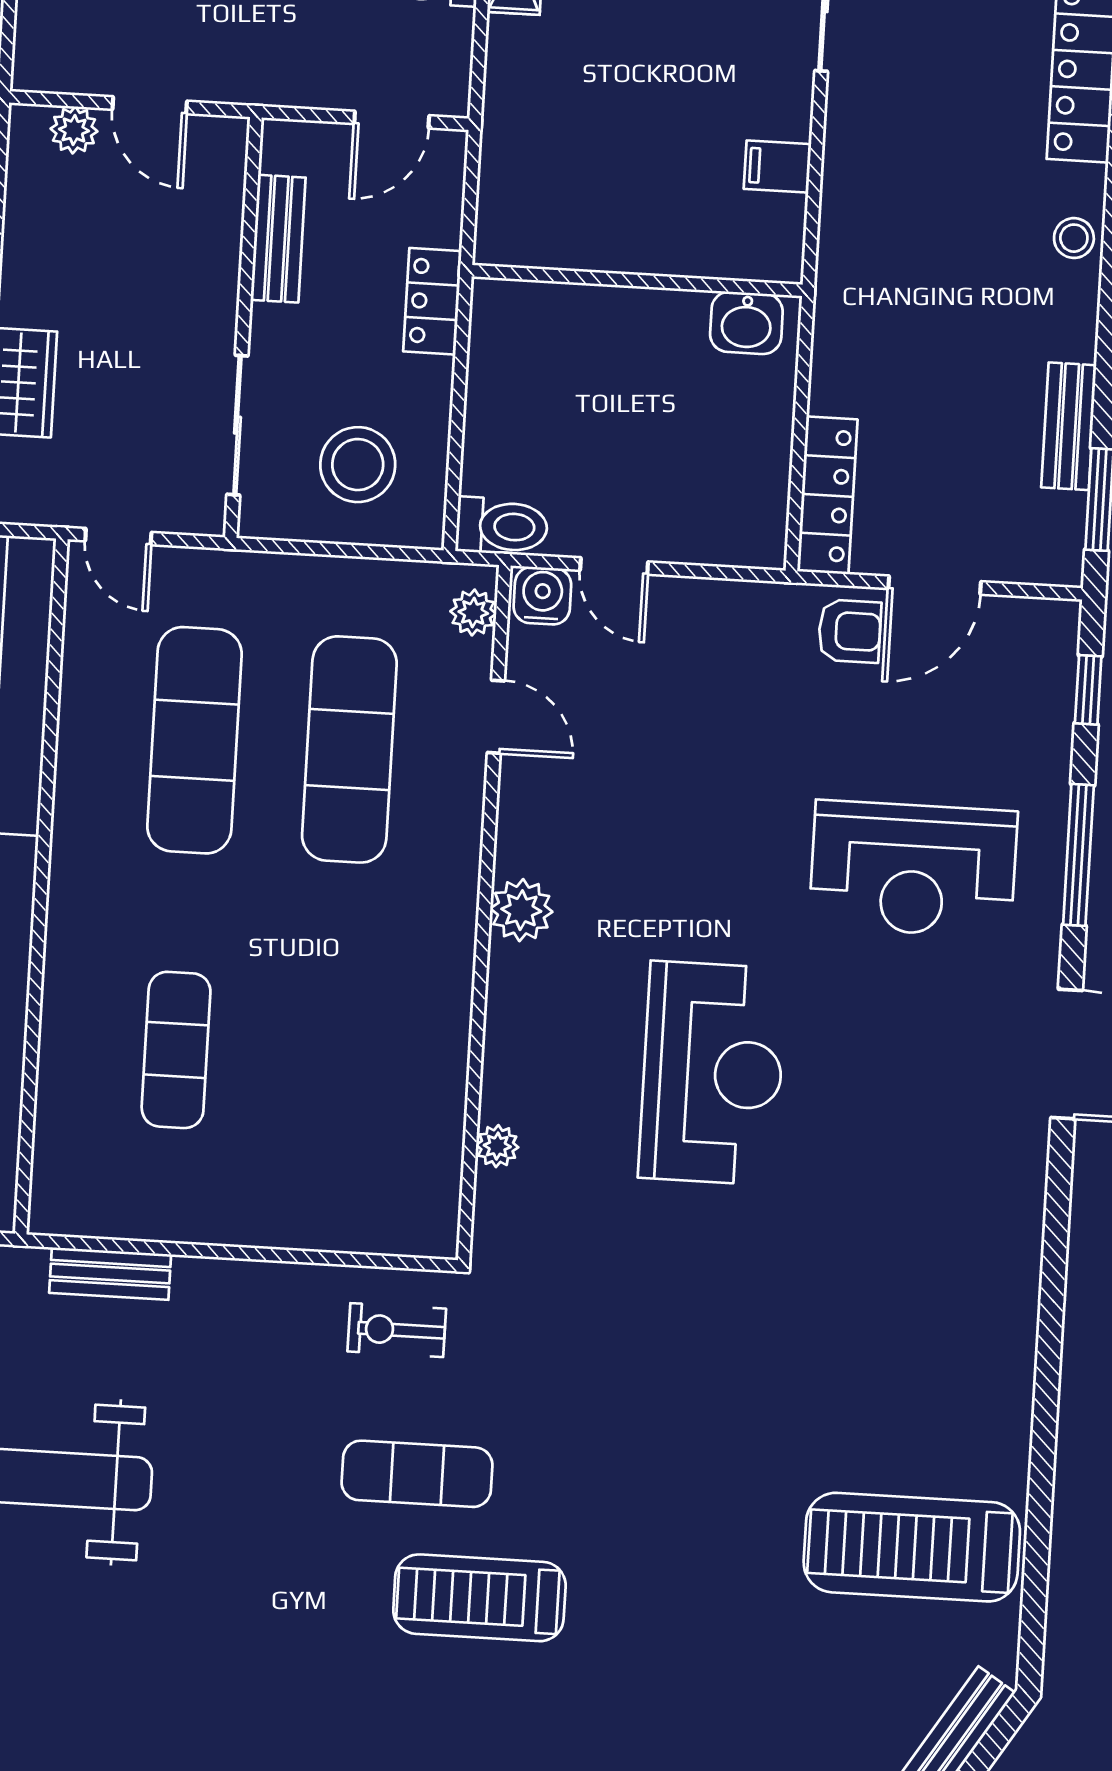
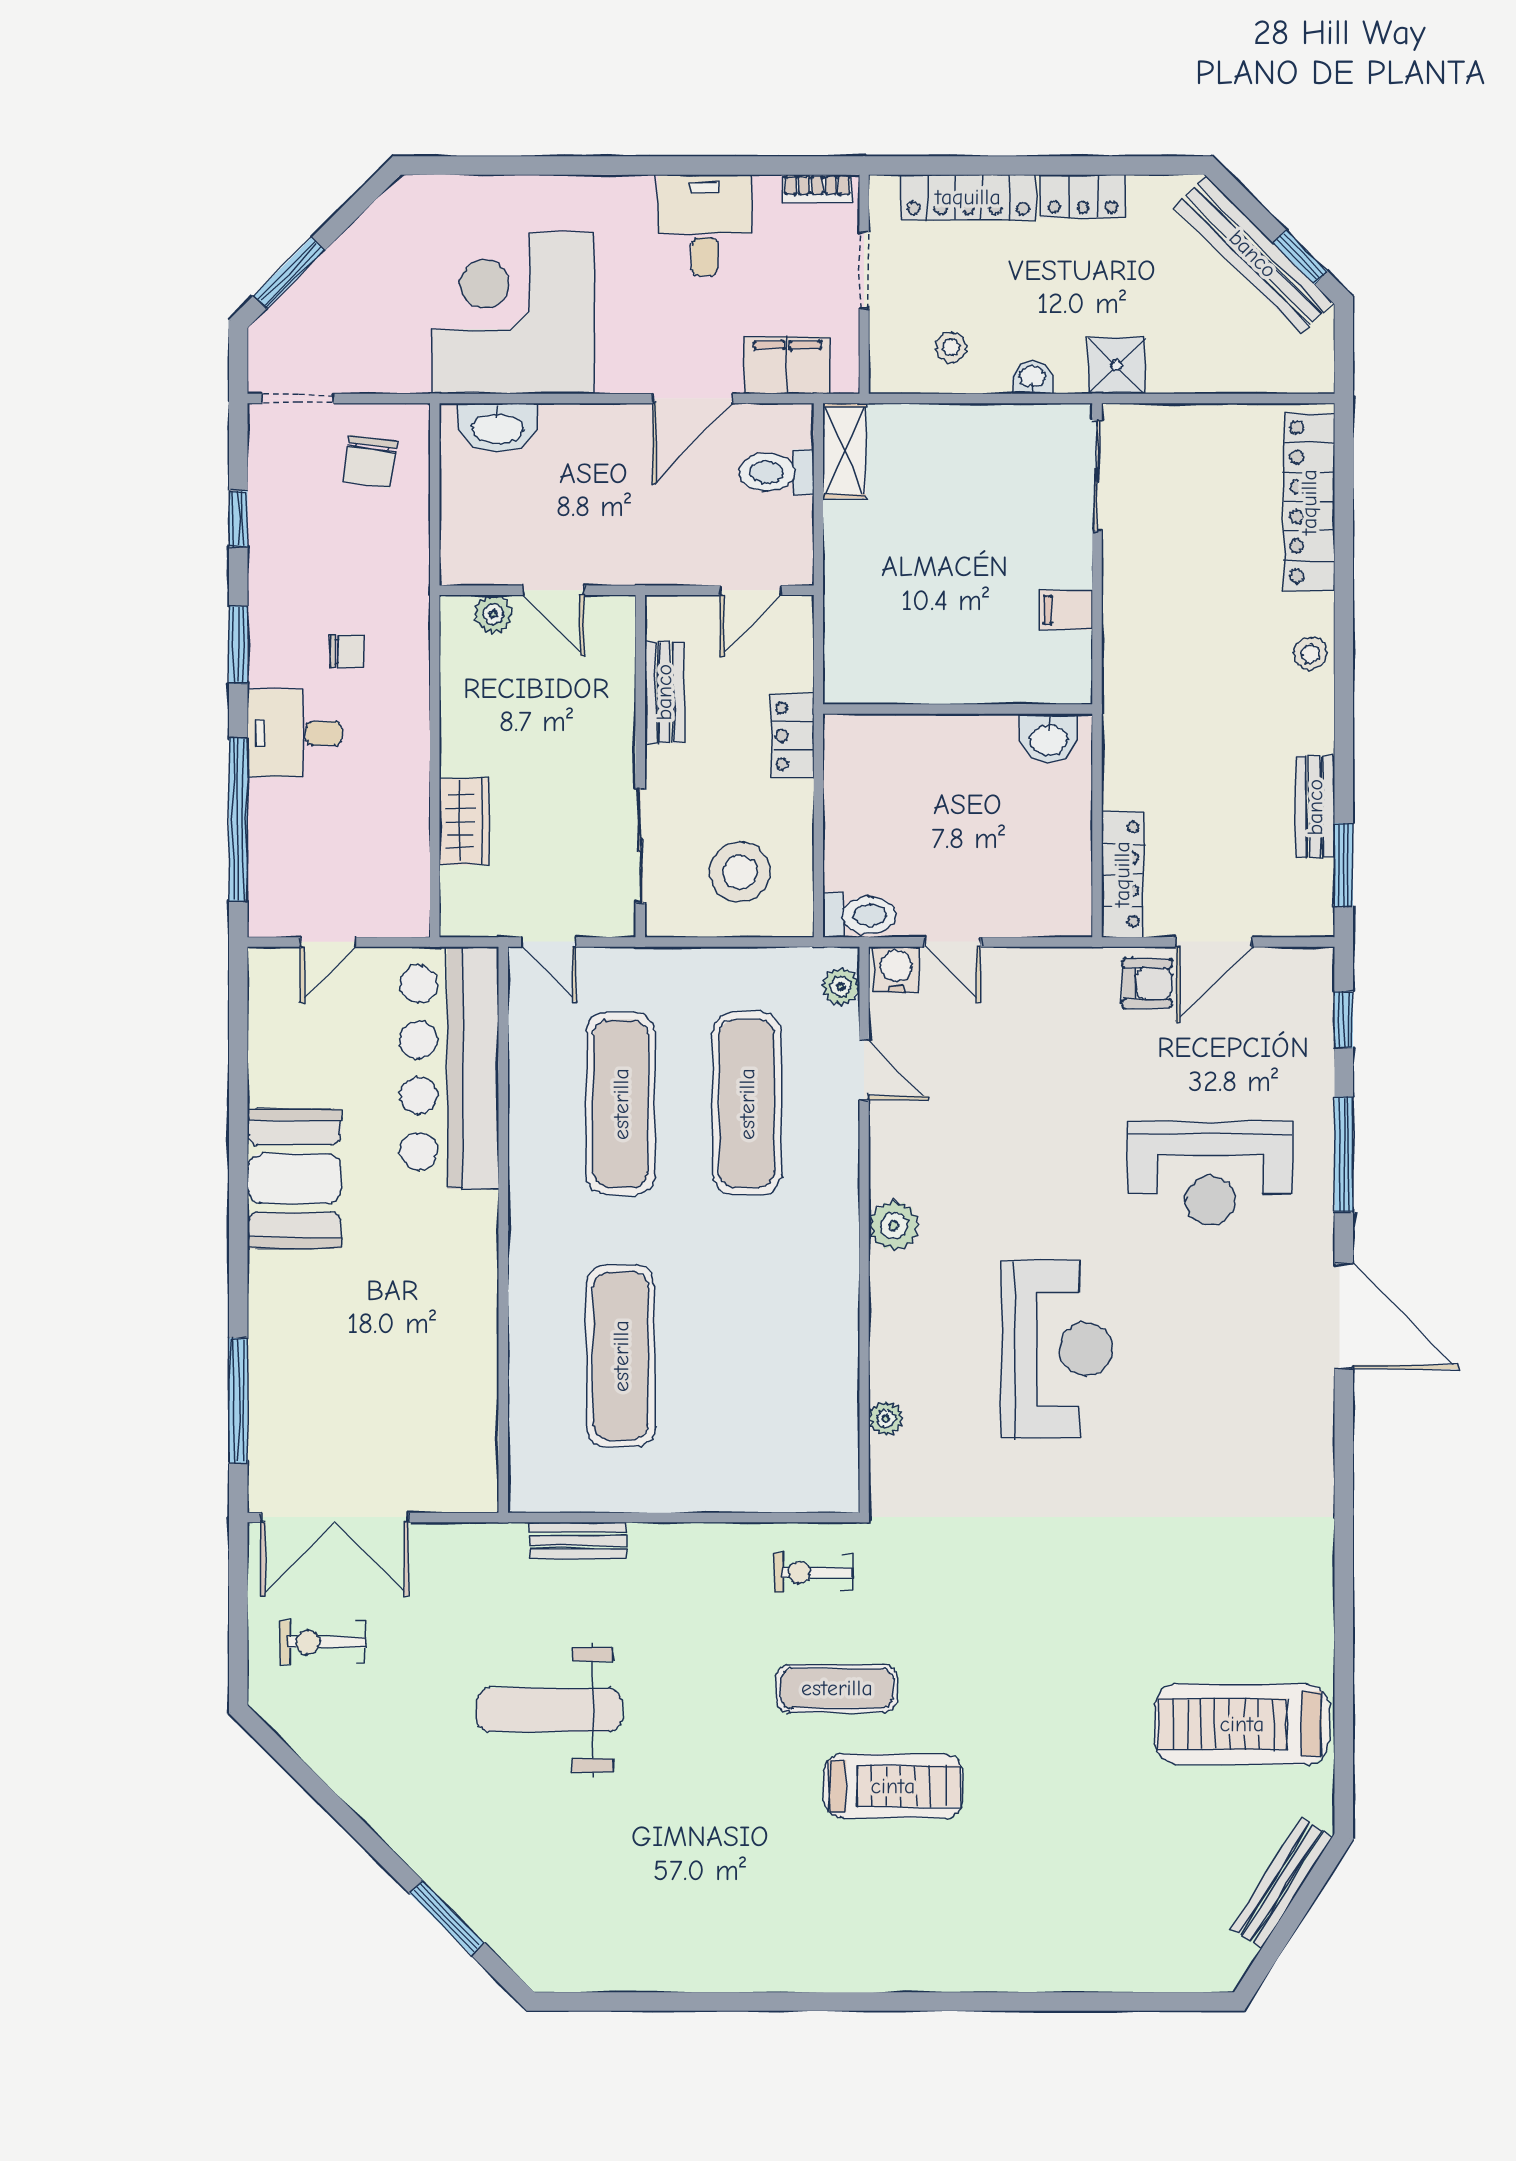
exercise mat: (176, 1050) -> (621, 1356), width x1.36, depth x1.45
treadmill: (479, 1598) -> (893, 1786), turned 180

